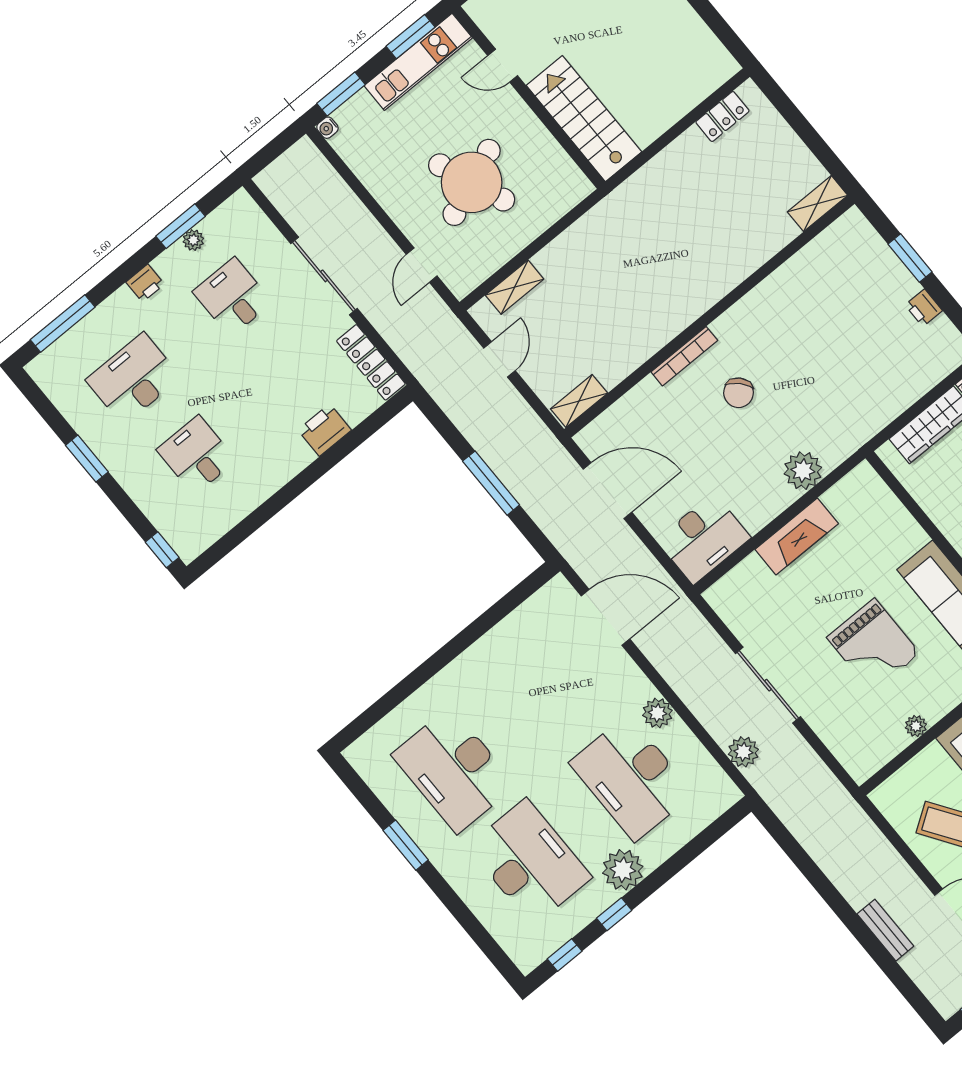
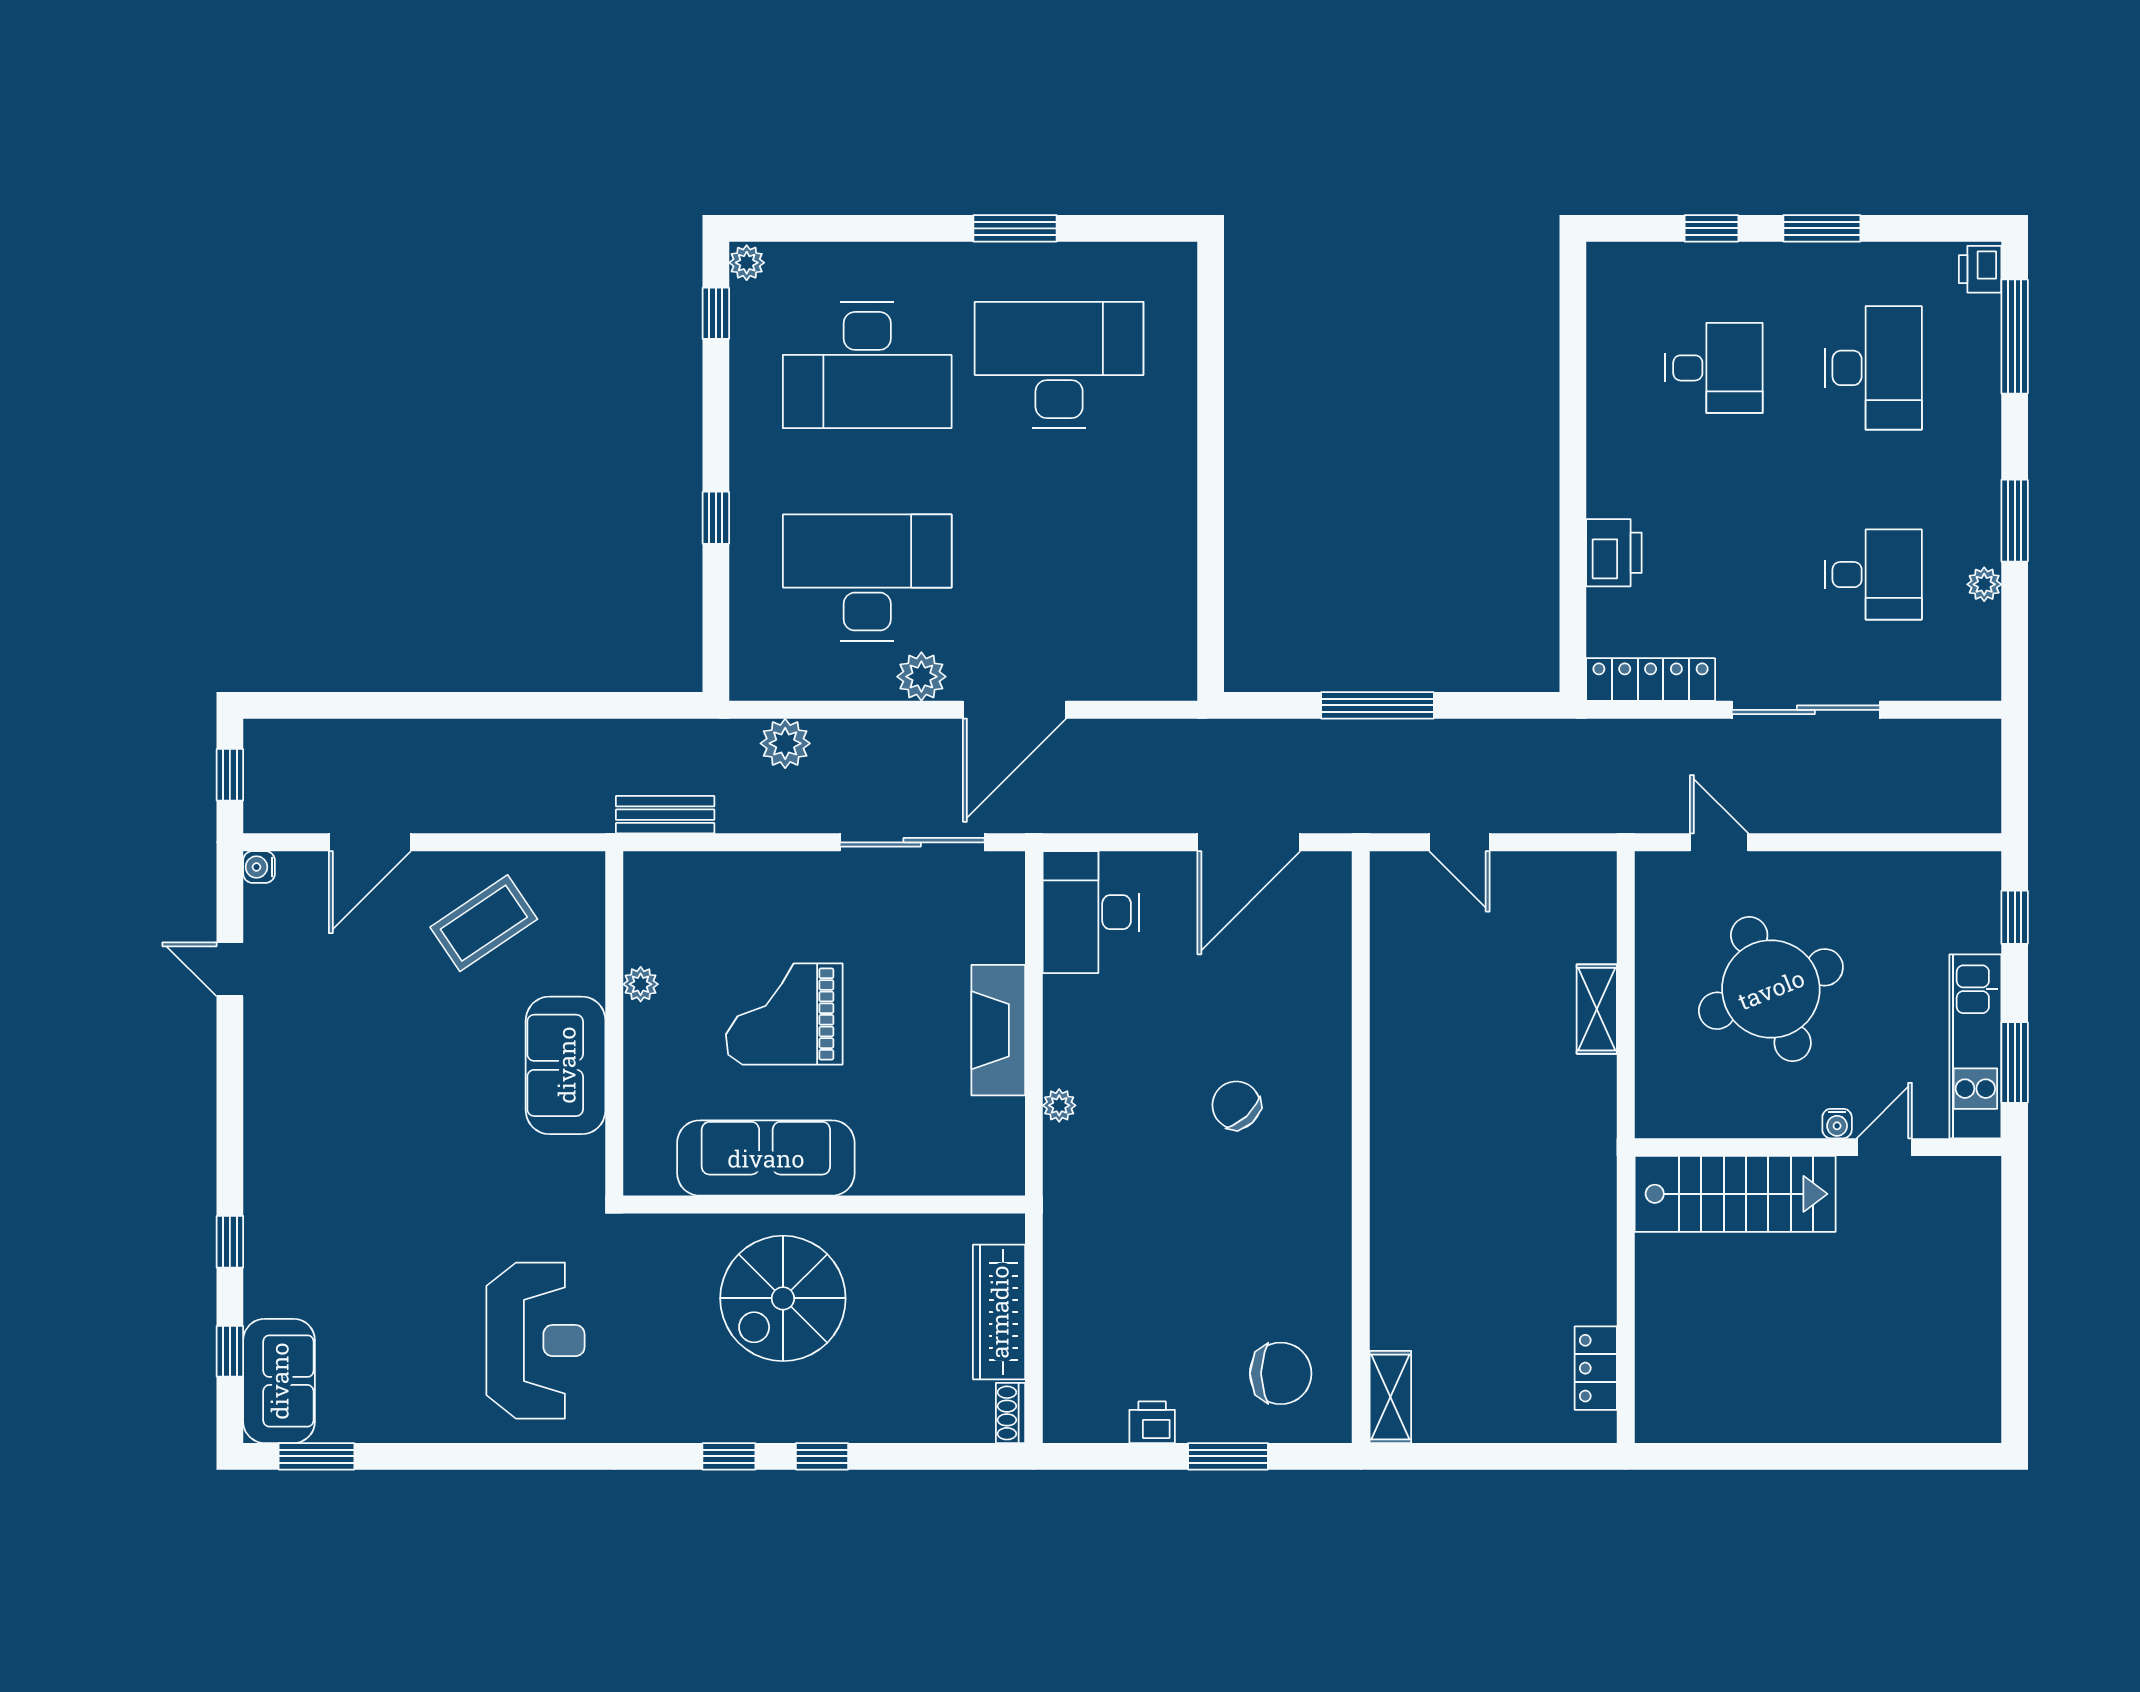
window: (341, 94) -> (2015, 917), width x0.67
water cooler: (327, 128) -> (1837, 1124), moved, turned 180
window: (181, 226) -> (2015, 521), moved
chair: (850, 265) -> (1281, 1373), added
printer: (145, 283) -> (1980, 269), moved
shelving: (515, 287) -> (1597, 1009), moved
bookcase: (684, 356) -> (1337, 1075), removed
door: (499, 359) -> (1459, 842), moved
shelving: (579, 401) -> (1389, 899), removed
plant: (803, 471) -> (1059, 1105), width x0.53, depth x0.53
window: (162, 550) -> (1711, 228), moved
door: (605, 617) -> (1015, 710), moved
sliding door: (768, 685) -> (912, 842), moved
plant: (623, 870) -> (747, 263), moved, width x0.53, depth x0.53
window: (614, 914) -> (716, 518), moved
bench: (885, 930) -> (665, 815), moved

